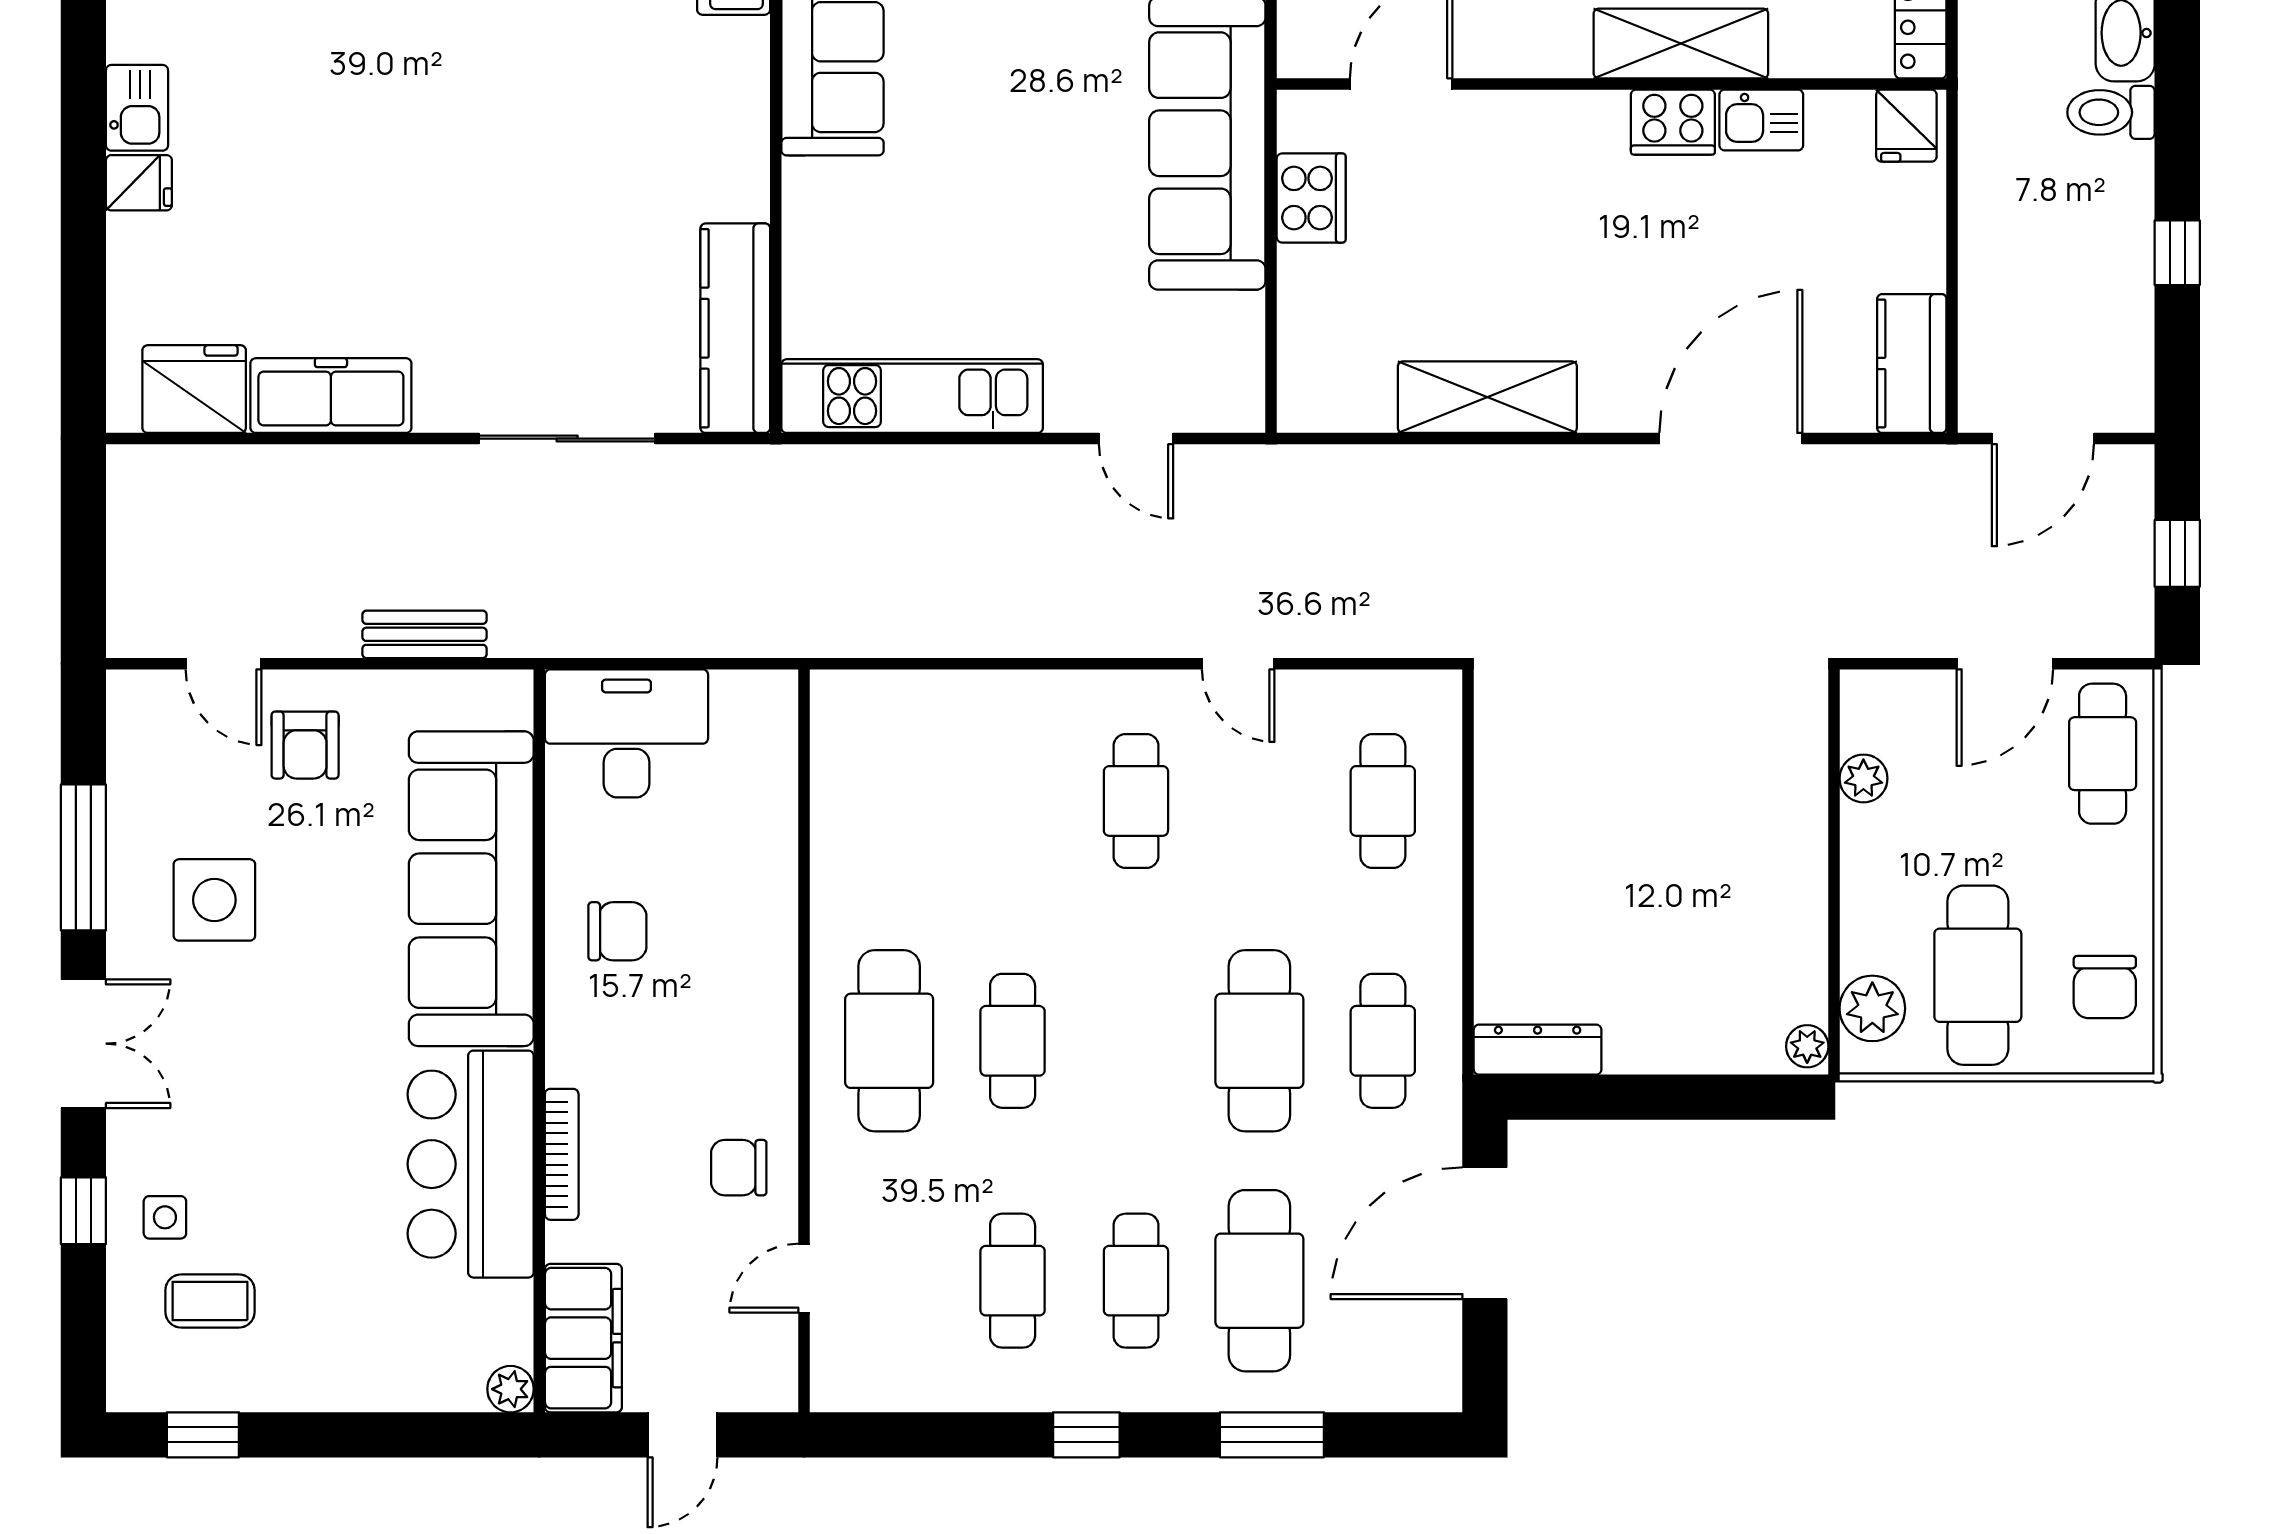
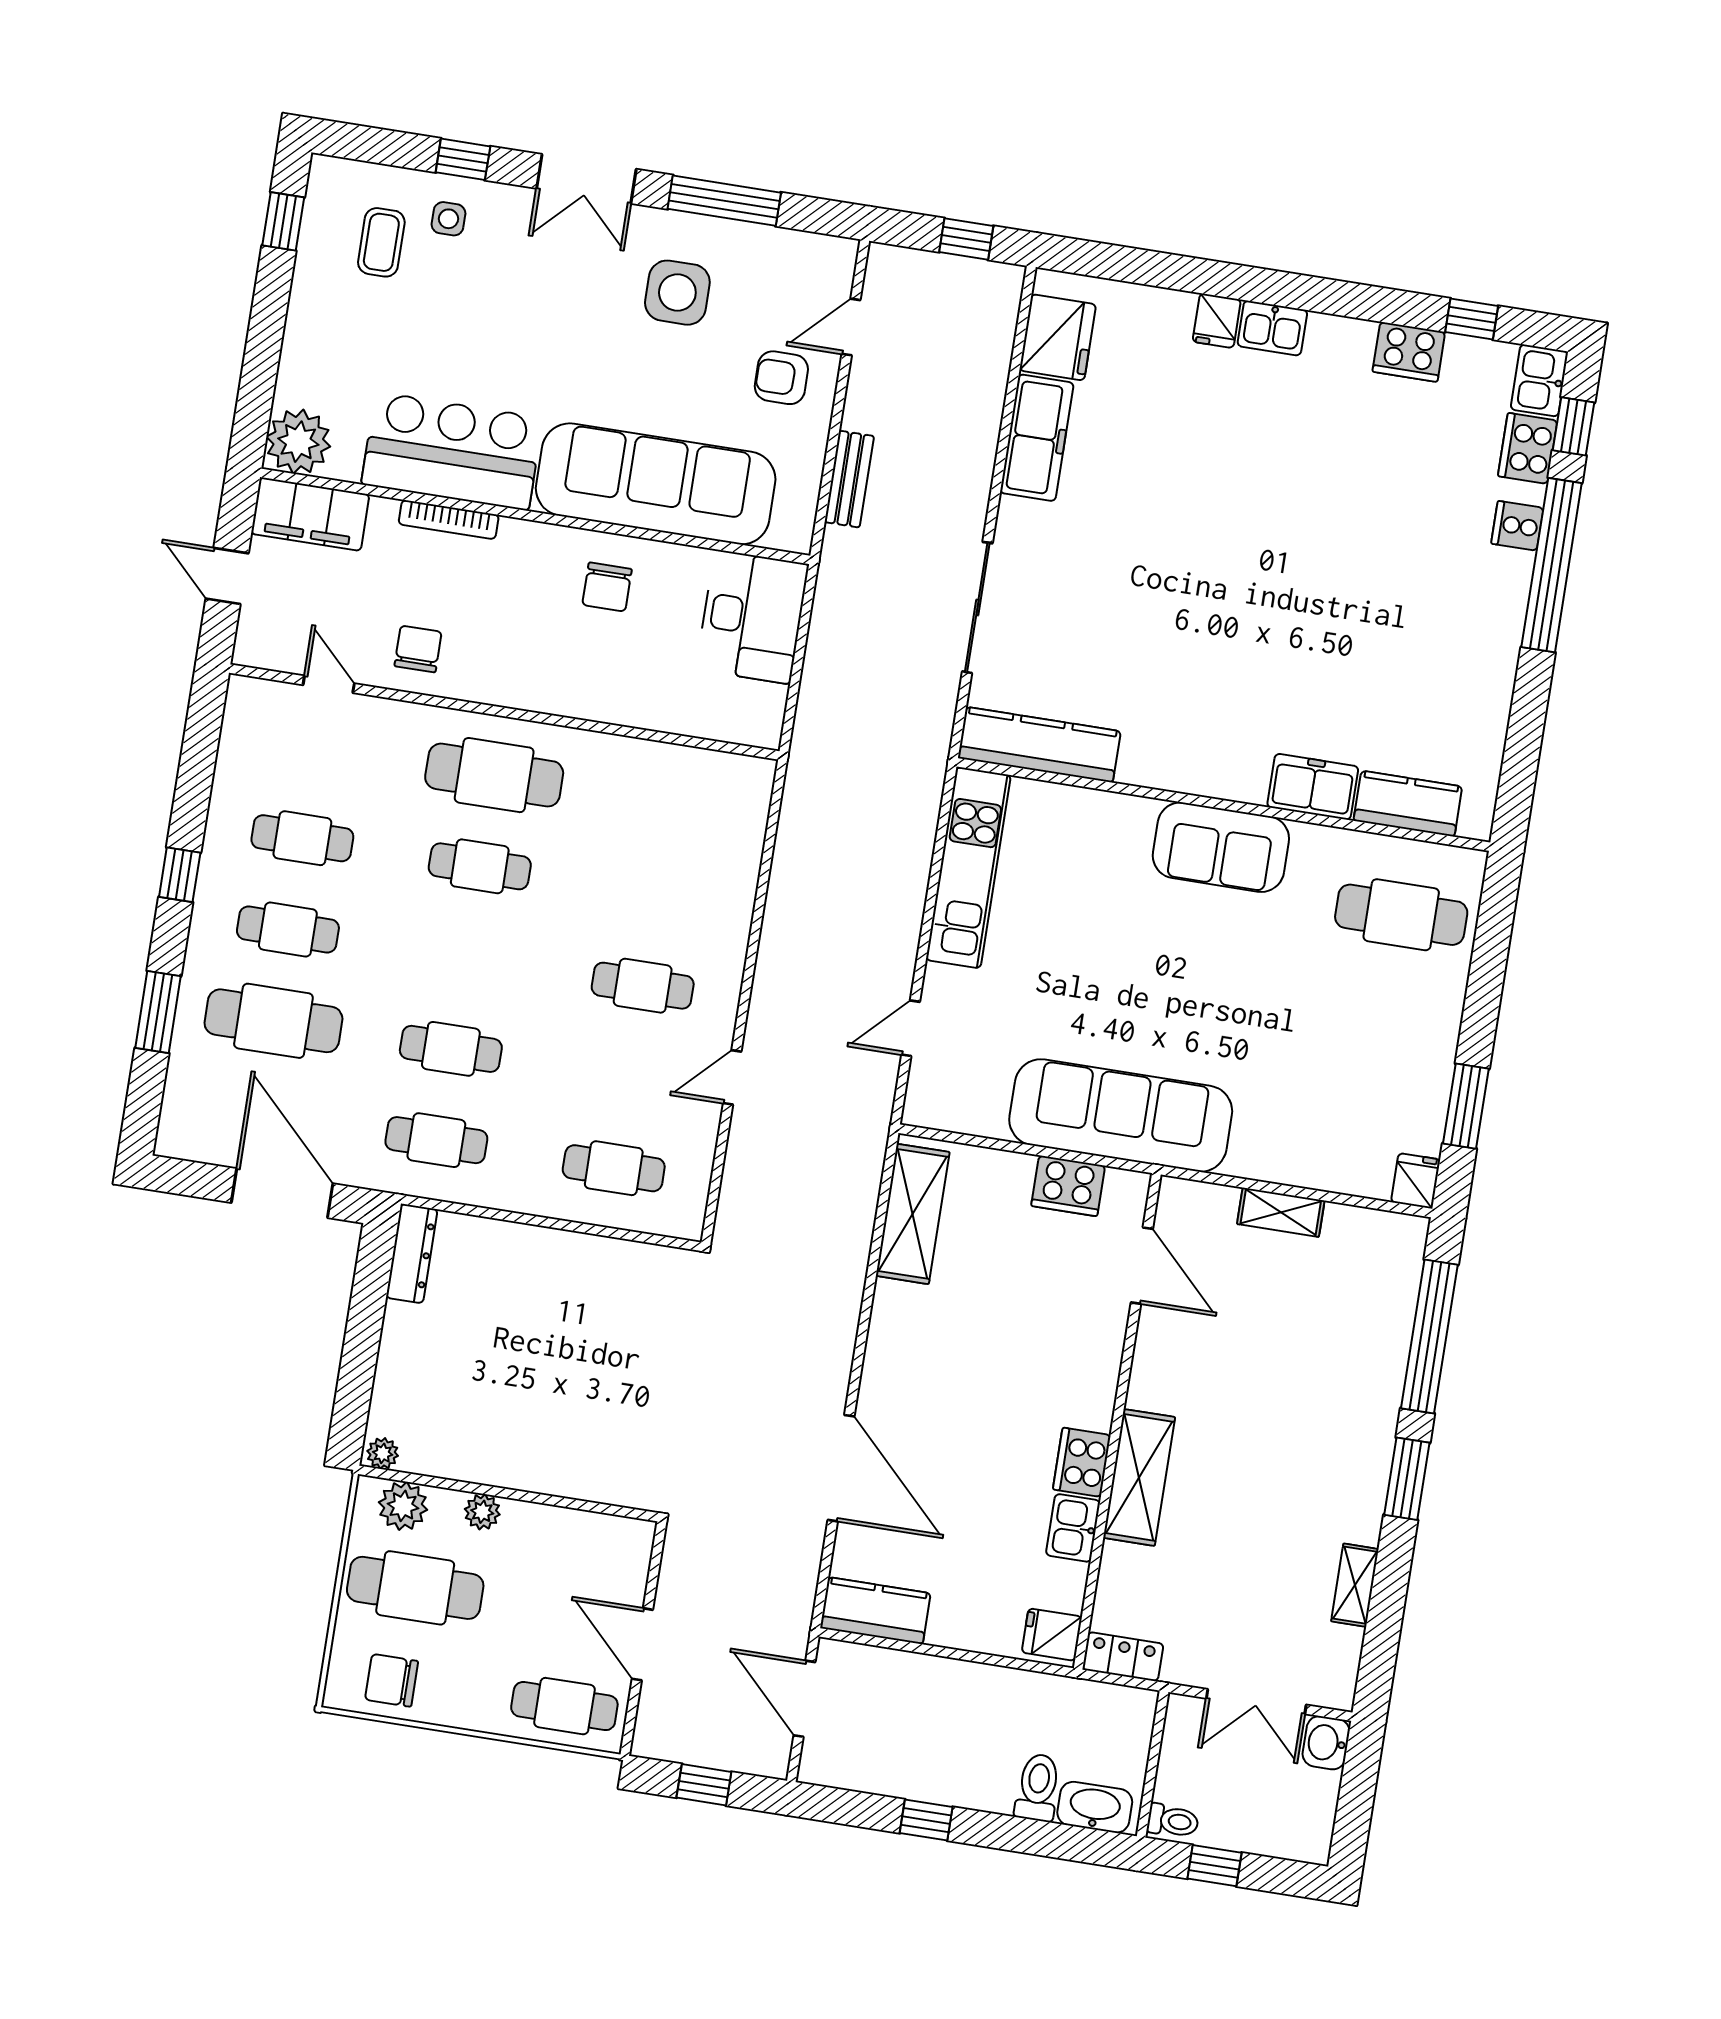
shelving: (1487, 397) -> (913, 1214), moved
window: (83, 530) -> (966, 239), added
plant: (1863, 778) -> (482, 1512), moved
cafe table: (1259, 1041) -> (451, 1049), width x0.73, depth x0.74
plant: (511, 1389) -> (298, 442), width x1.88, depth x1.88

